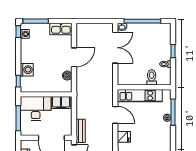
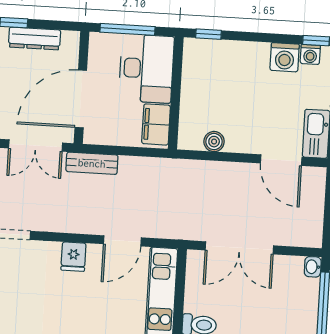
double door: (115, 48) -> (239, 248), moved
door: (74, 57) -> (281, 160), moved
washing machine: (27, 70) -> (285, 57), moved

